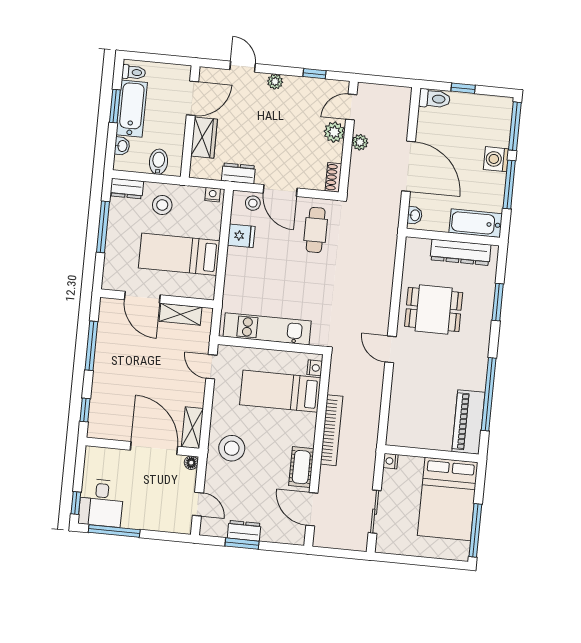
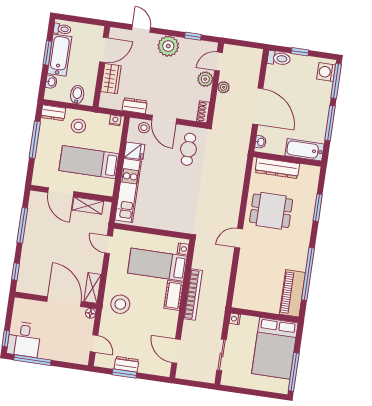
plant: (275, 82) -> (168, 46), width x1.88, depth x1.88
washing machine: (496, 159) -> (326, 72), moved
dresser: (461, 252) -> (277, 168), moved
kitchen unit: (267, 329) -> (128, 191), moved, turned 90
door: (391, 349) -> (239, 238), hinge flipped
cot: (301, 467) -> (174, 295), moved

